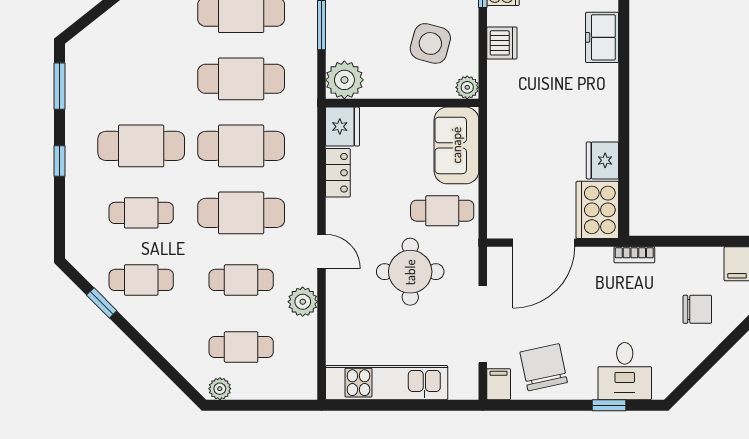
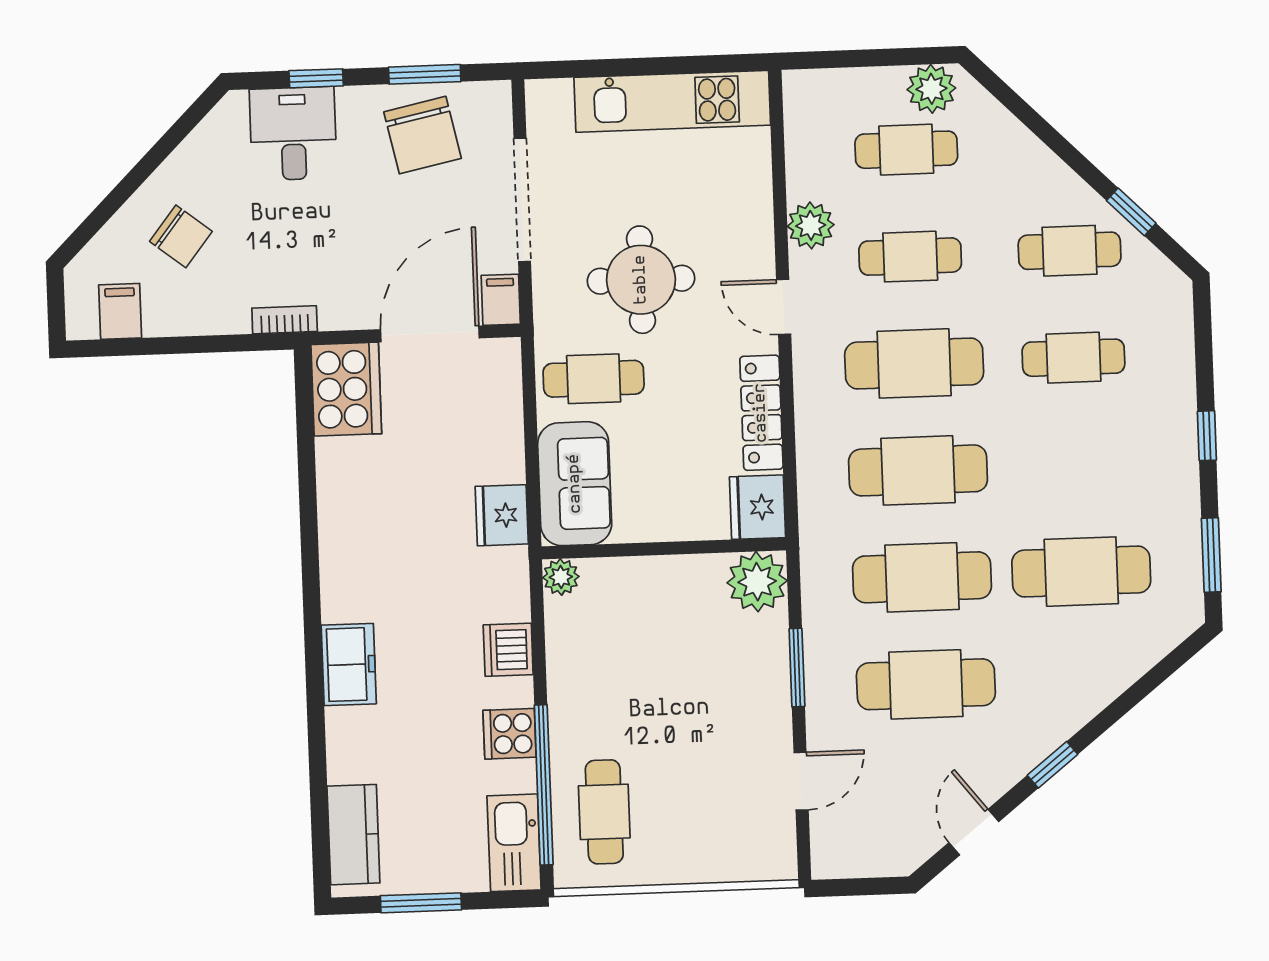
side table: (430, 43) -> (622, 645), removed
cafe table: (141, 146) -> (1081, 572), moved
fridge: (602, 160) -> (502, 515), moved, turned 180
locker: (338, 173) -> (761, 413), width x1.53
chair: (697, 309) -> (181, 236), turned -142
filing cabinet: (499, 384) -> (501, 300), moved, turned 180
plant: (220, 389) -> (931, 89), width x1.38, depth x1.38
window: (541, 405) -> (425, 74), added

